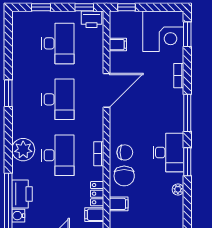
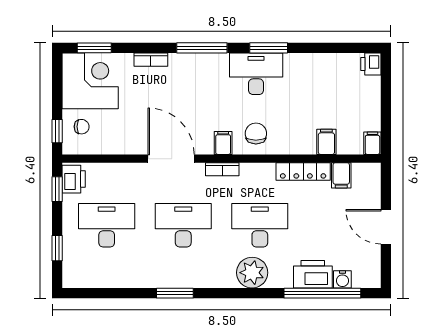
filing cabinet: (118, 45) -> (223, 143), moved
bookcase: (99, 154) -> (222, 169), moved
chair: (124, 176) -> (82, 127), moved, width x0.54, depth x0.54
plant: (178, 189) -> (307, 61), removed
locker: (97, 194) -> (303, 171), width x1.53

